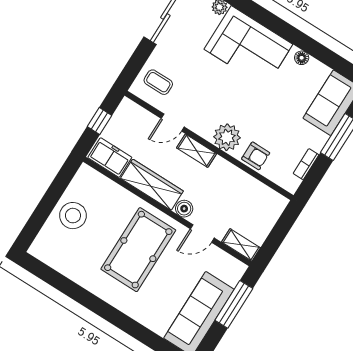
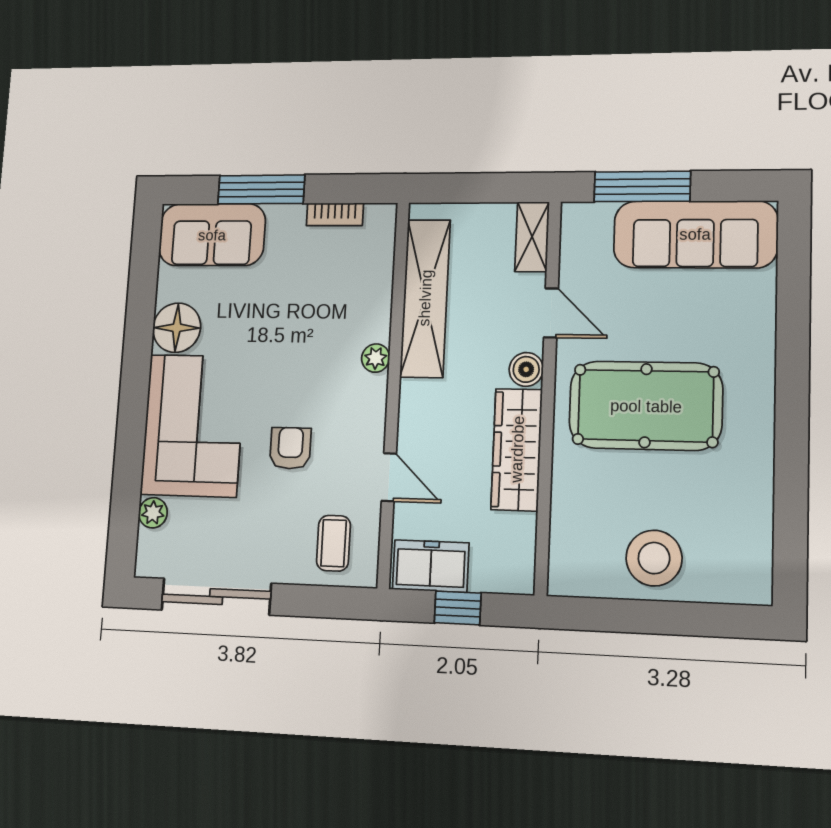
floor lamp: (302, 58) -> (177, 328), width x1.89, depth x1.89
plant: (227, 137) -> (376, 358), width x0.53, depth x0.53
shelving: (197, 151) -> (425, 298), moved, width x2.20, depth x1.33
armchair: (256, 156) -> (290, 448), moved
freezer: (110, 158) -> (431, 566), moved, turned 90

